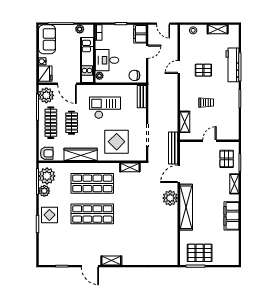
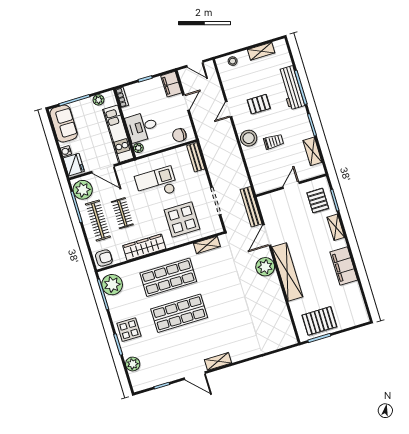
stool: (188, 94) -> (249, 138), added
shelving: (185, 122) -> (312, 151), moved
plant: (44, 191) -> (133, 364), moved

